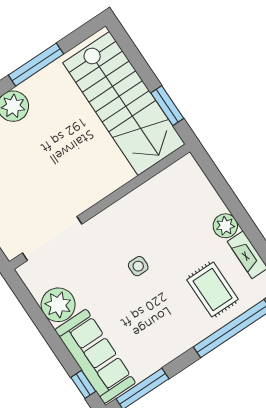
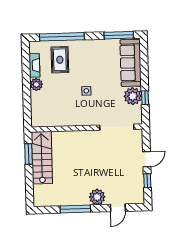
stairs: (124, 103) -> (42, 158), width x0.73, depth x0.66
window: (83, 384) -> (145, 98), moved

